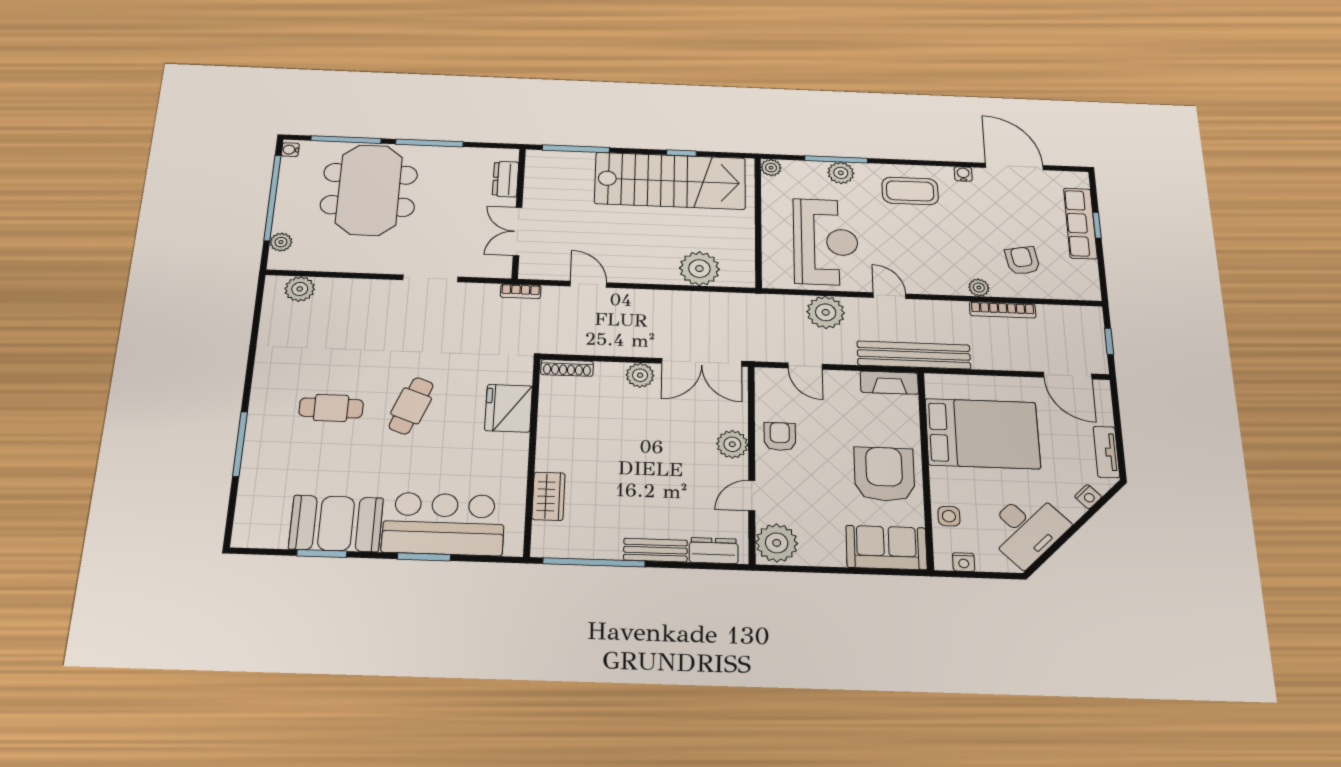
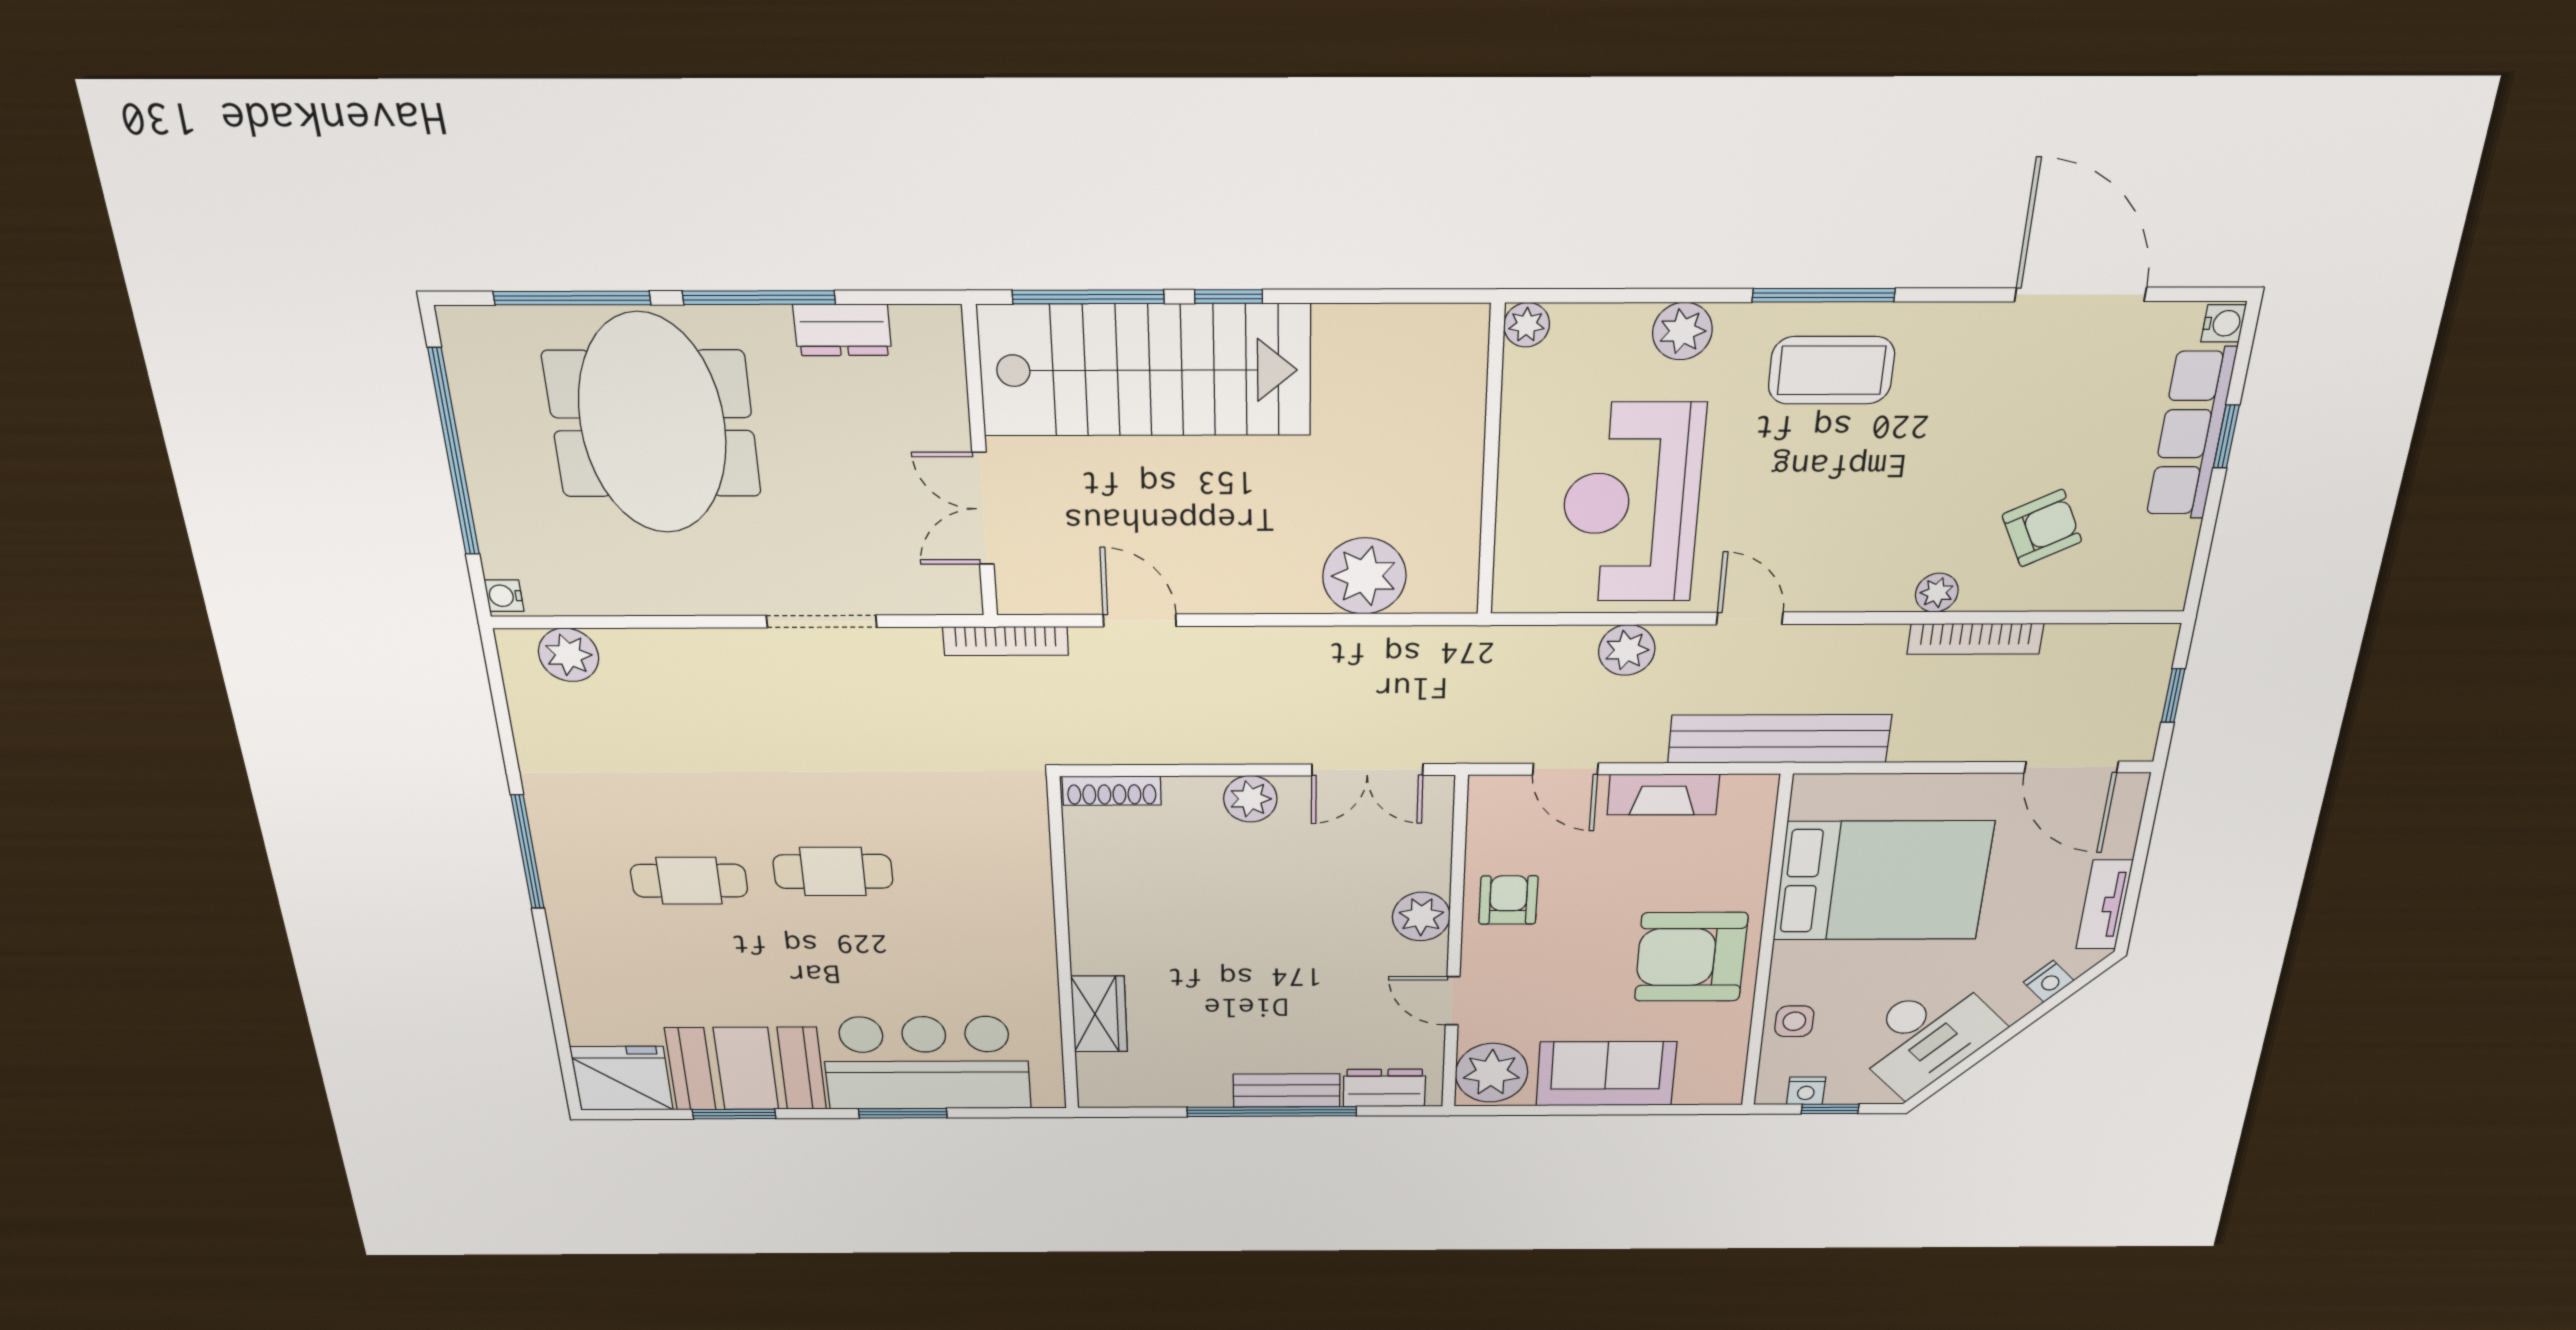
water cooler: (290, 150) -> (504, 596), moved
window: (681, 153) -> (1229, 297), moved
window: (836, 159) -> (1824, 295), moved
water cooler: (963, 174) -> (2223, 323), moved, turned 90
dresser: (506, 179) -> (842, 330), moved, turned -90
stairs: (670, 181) -> (1145, 370), moved
plant: (281, 242) -> (502, 555), removed
reception desk: (826, 242) -> (1631, 503), turned 180
armchair: (1022, 261) -> (2042, 528), turned 74
bookcase: (521, 291) -> (1006, 641), width x1.56
plant: (826, 312) -> (1627, 650), width x0.73, depth x0.73
double door: (702, 362) -> (1367, 770), width x0.73
fireplace: (889, 383) -> (1663, 794), moved
cafe table: (411, 406) -> (833, 871), turned 69
fridge: (509, 408) -> (622, 1078), moved, turned 90
window: (240, 444) -> (528, 852), moved
armchair: (884, 474) -> (1691, 957), turned -90
door: (752, 496) -> (1453, 1001), hinge flipped
sofa: (886, 548) -> (1606, 1074), moved
window: (594, 562) -> (1272, 1112), moved
window: (980, 575) -> (1830, 1109), added

